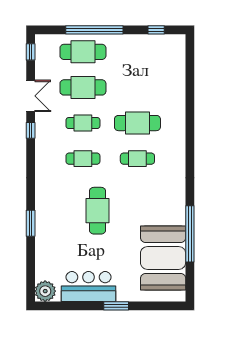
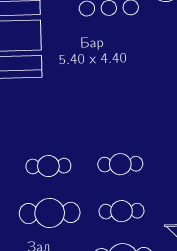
cafe table: (98, 211) -> (99, 96), removed

